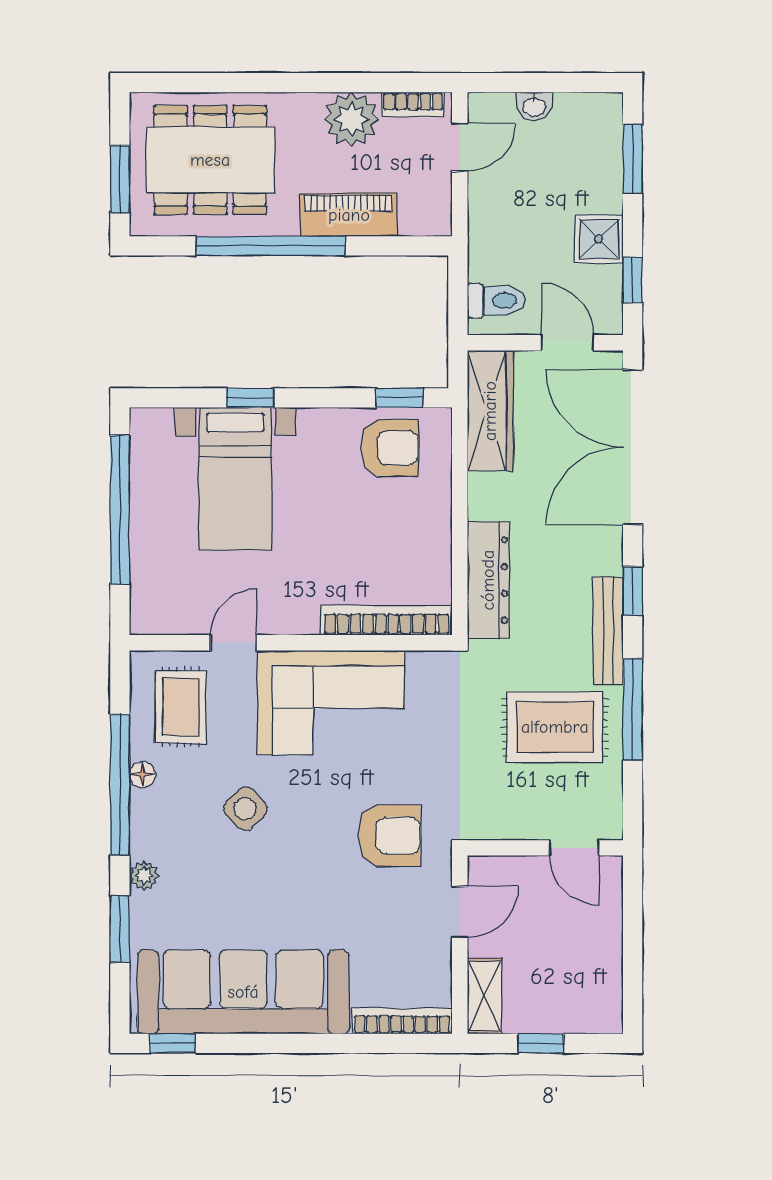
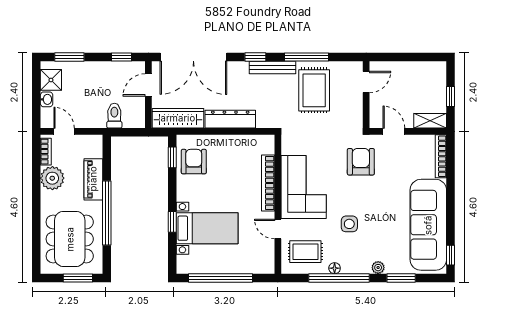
shower: (599, 239) -> (51, 80), moved
toilet: (496, 301) -> (114, 116), moved
dresser: (488, 580) -> (230, 119), moved
bookcase: (387, 620) -> (268, 183), moved
side table: (245, 809) -> (349, 224), turned 45

